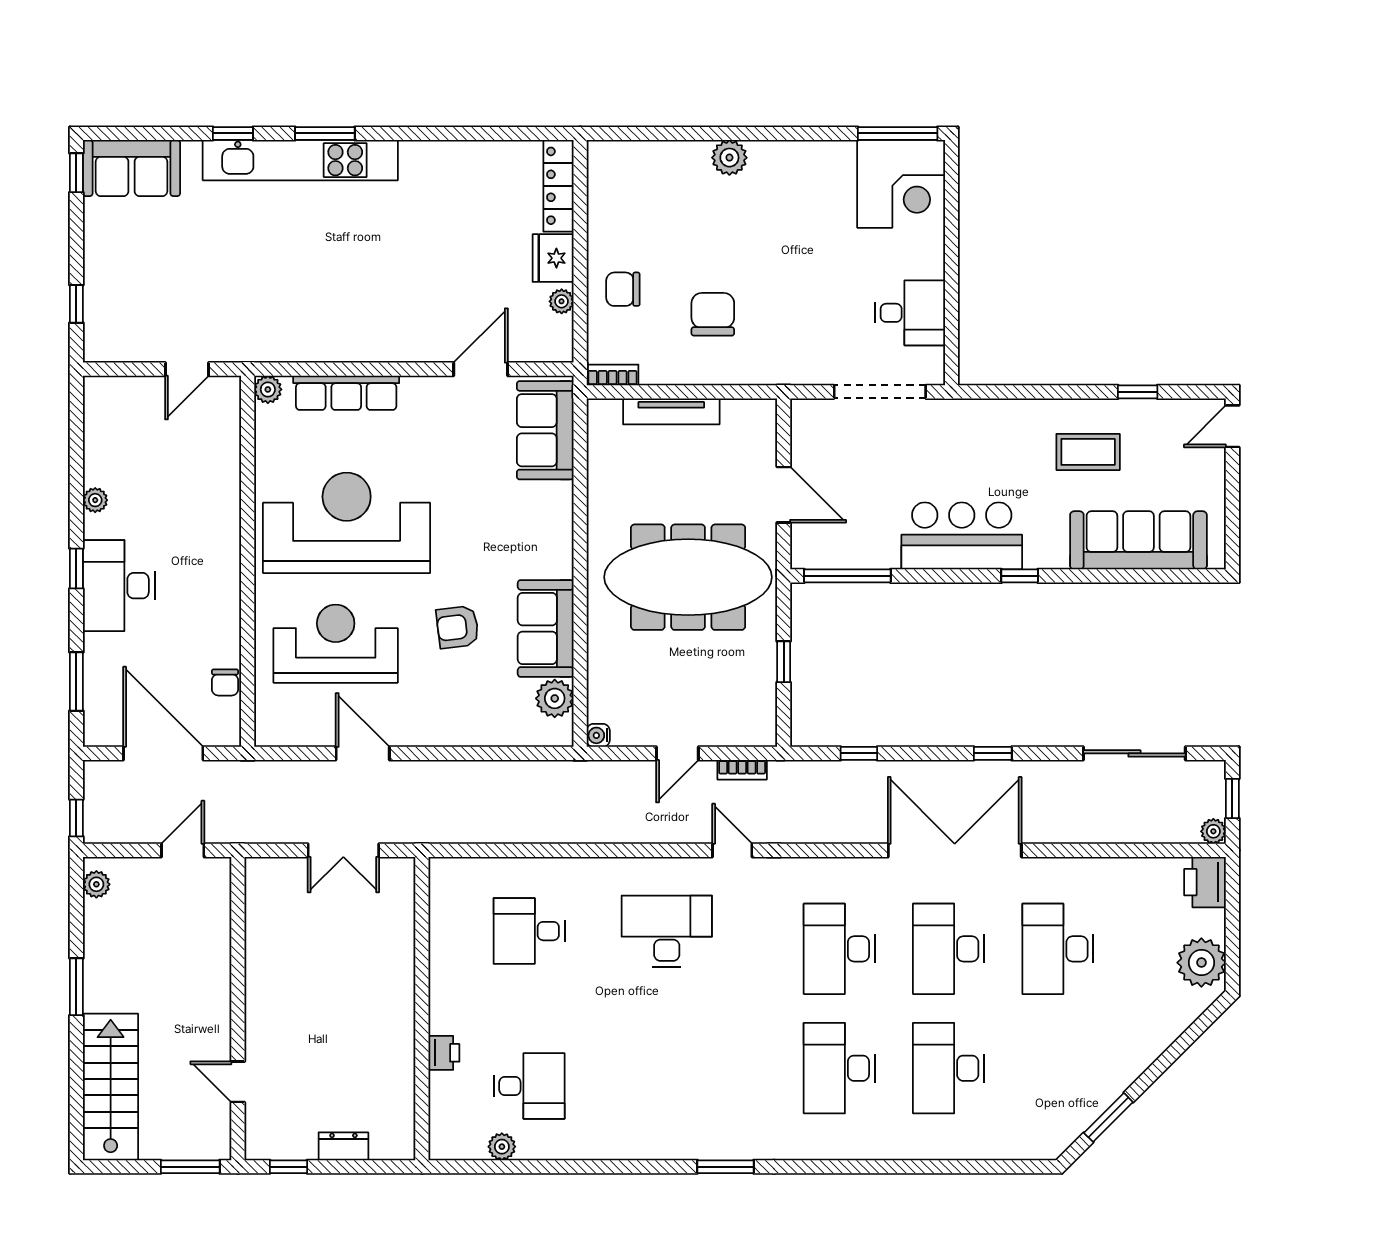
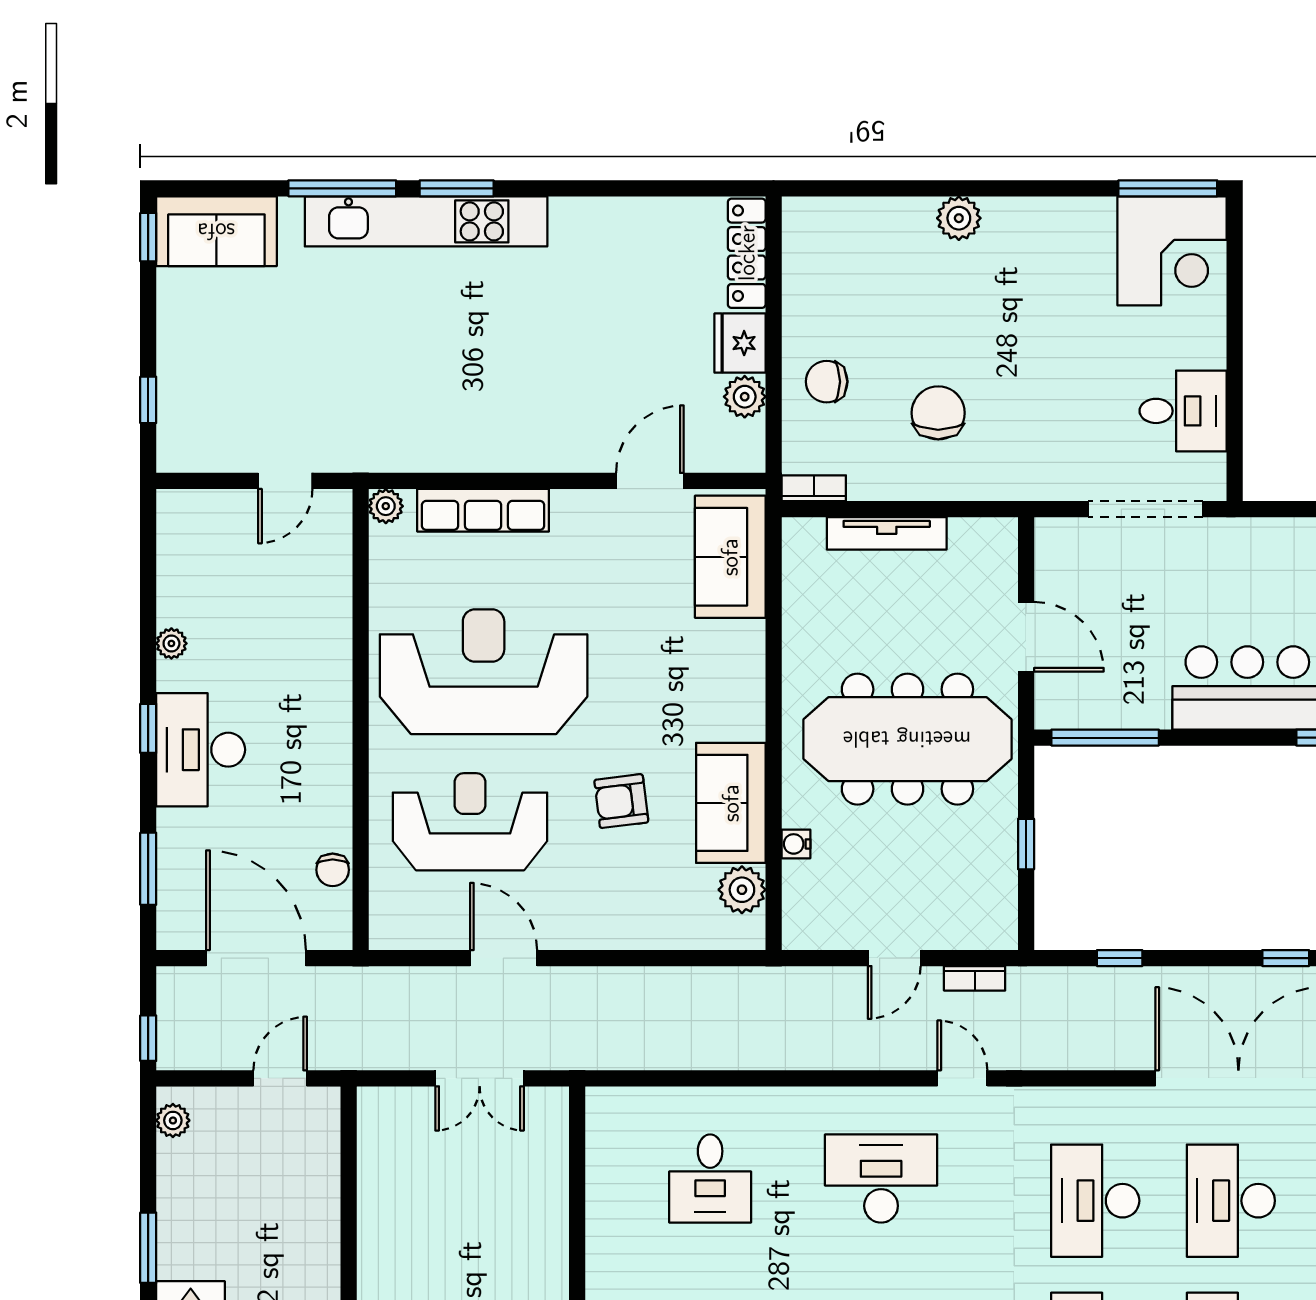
window: (233, 133) -> (342, 188), width x2.17
plant: (562, 301) -> (745, 397), width x1.38, depth x1.38
water cooler: (598, 735) -> (796, 844), moved
desk: (529, 931) -> (710, 1179), turned -90

